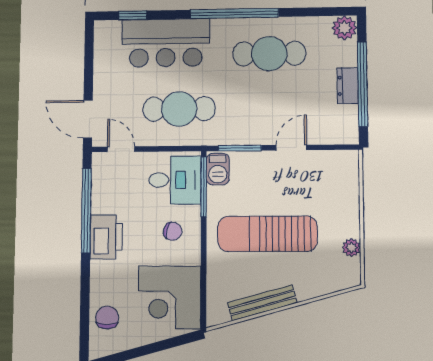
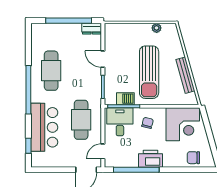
plant: (344, 28) -> (38, 30), removed
dresser: (348, 86) -> (92, 29), moved
barbecue: (218, 169) -> (125, 99), moved

